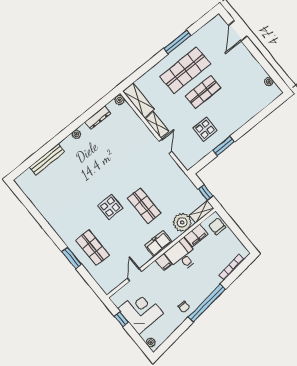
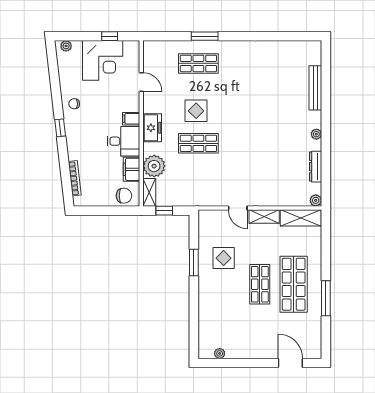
display table: (110, 207) -> (196, 111), moved
window: (207, 303) -> (60, 128), width x0.32

